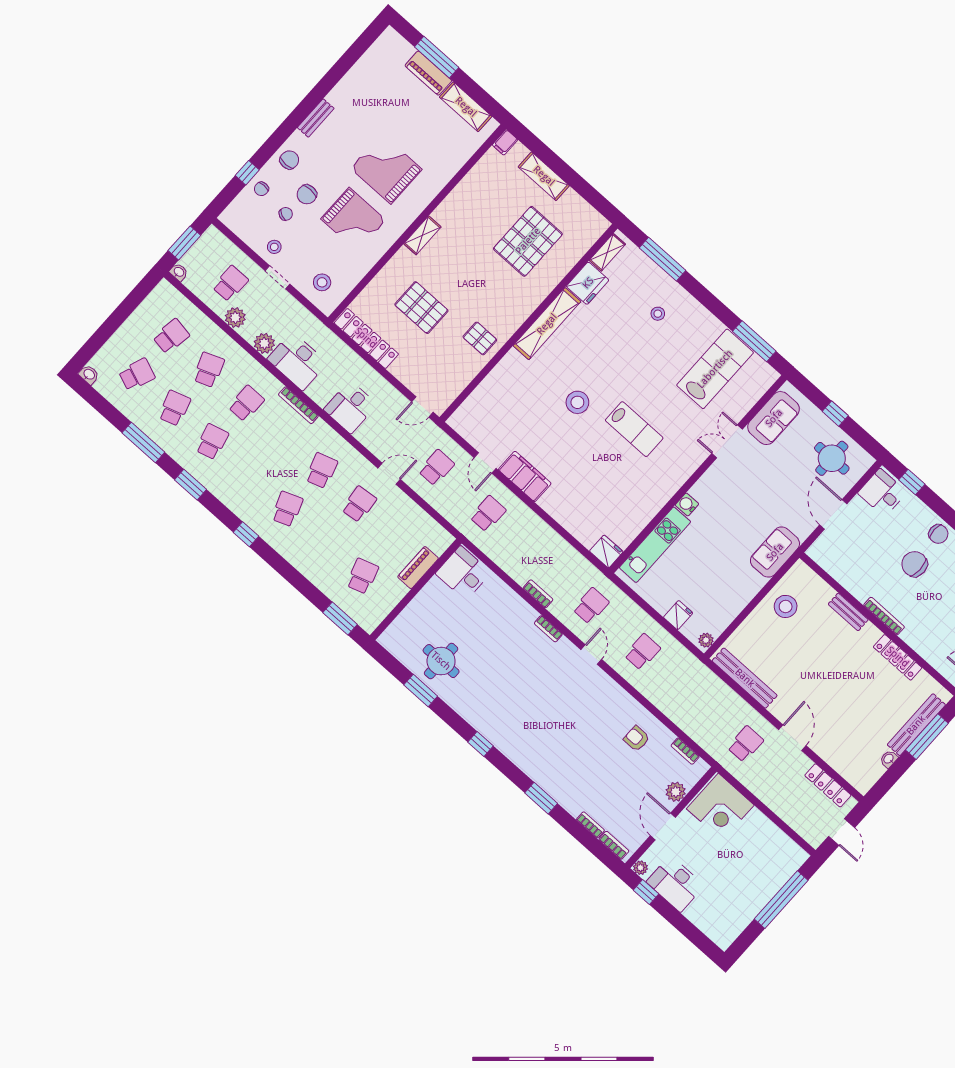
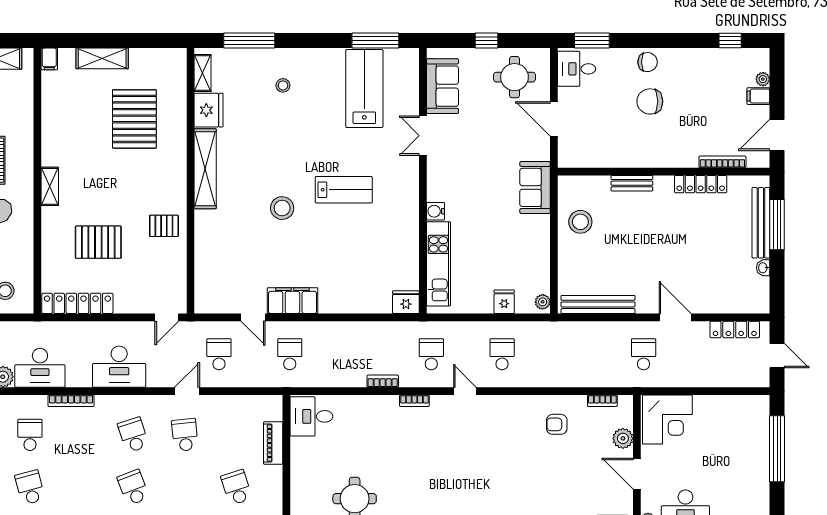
desk: (350, 407) -> (119, 367), width x1.37
window: (912, 482) -> (592, 41), width x1.50
bookcase: (884, 616) -> (722, 162), moved

